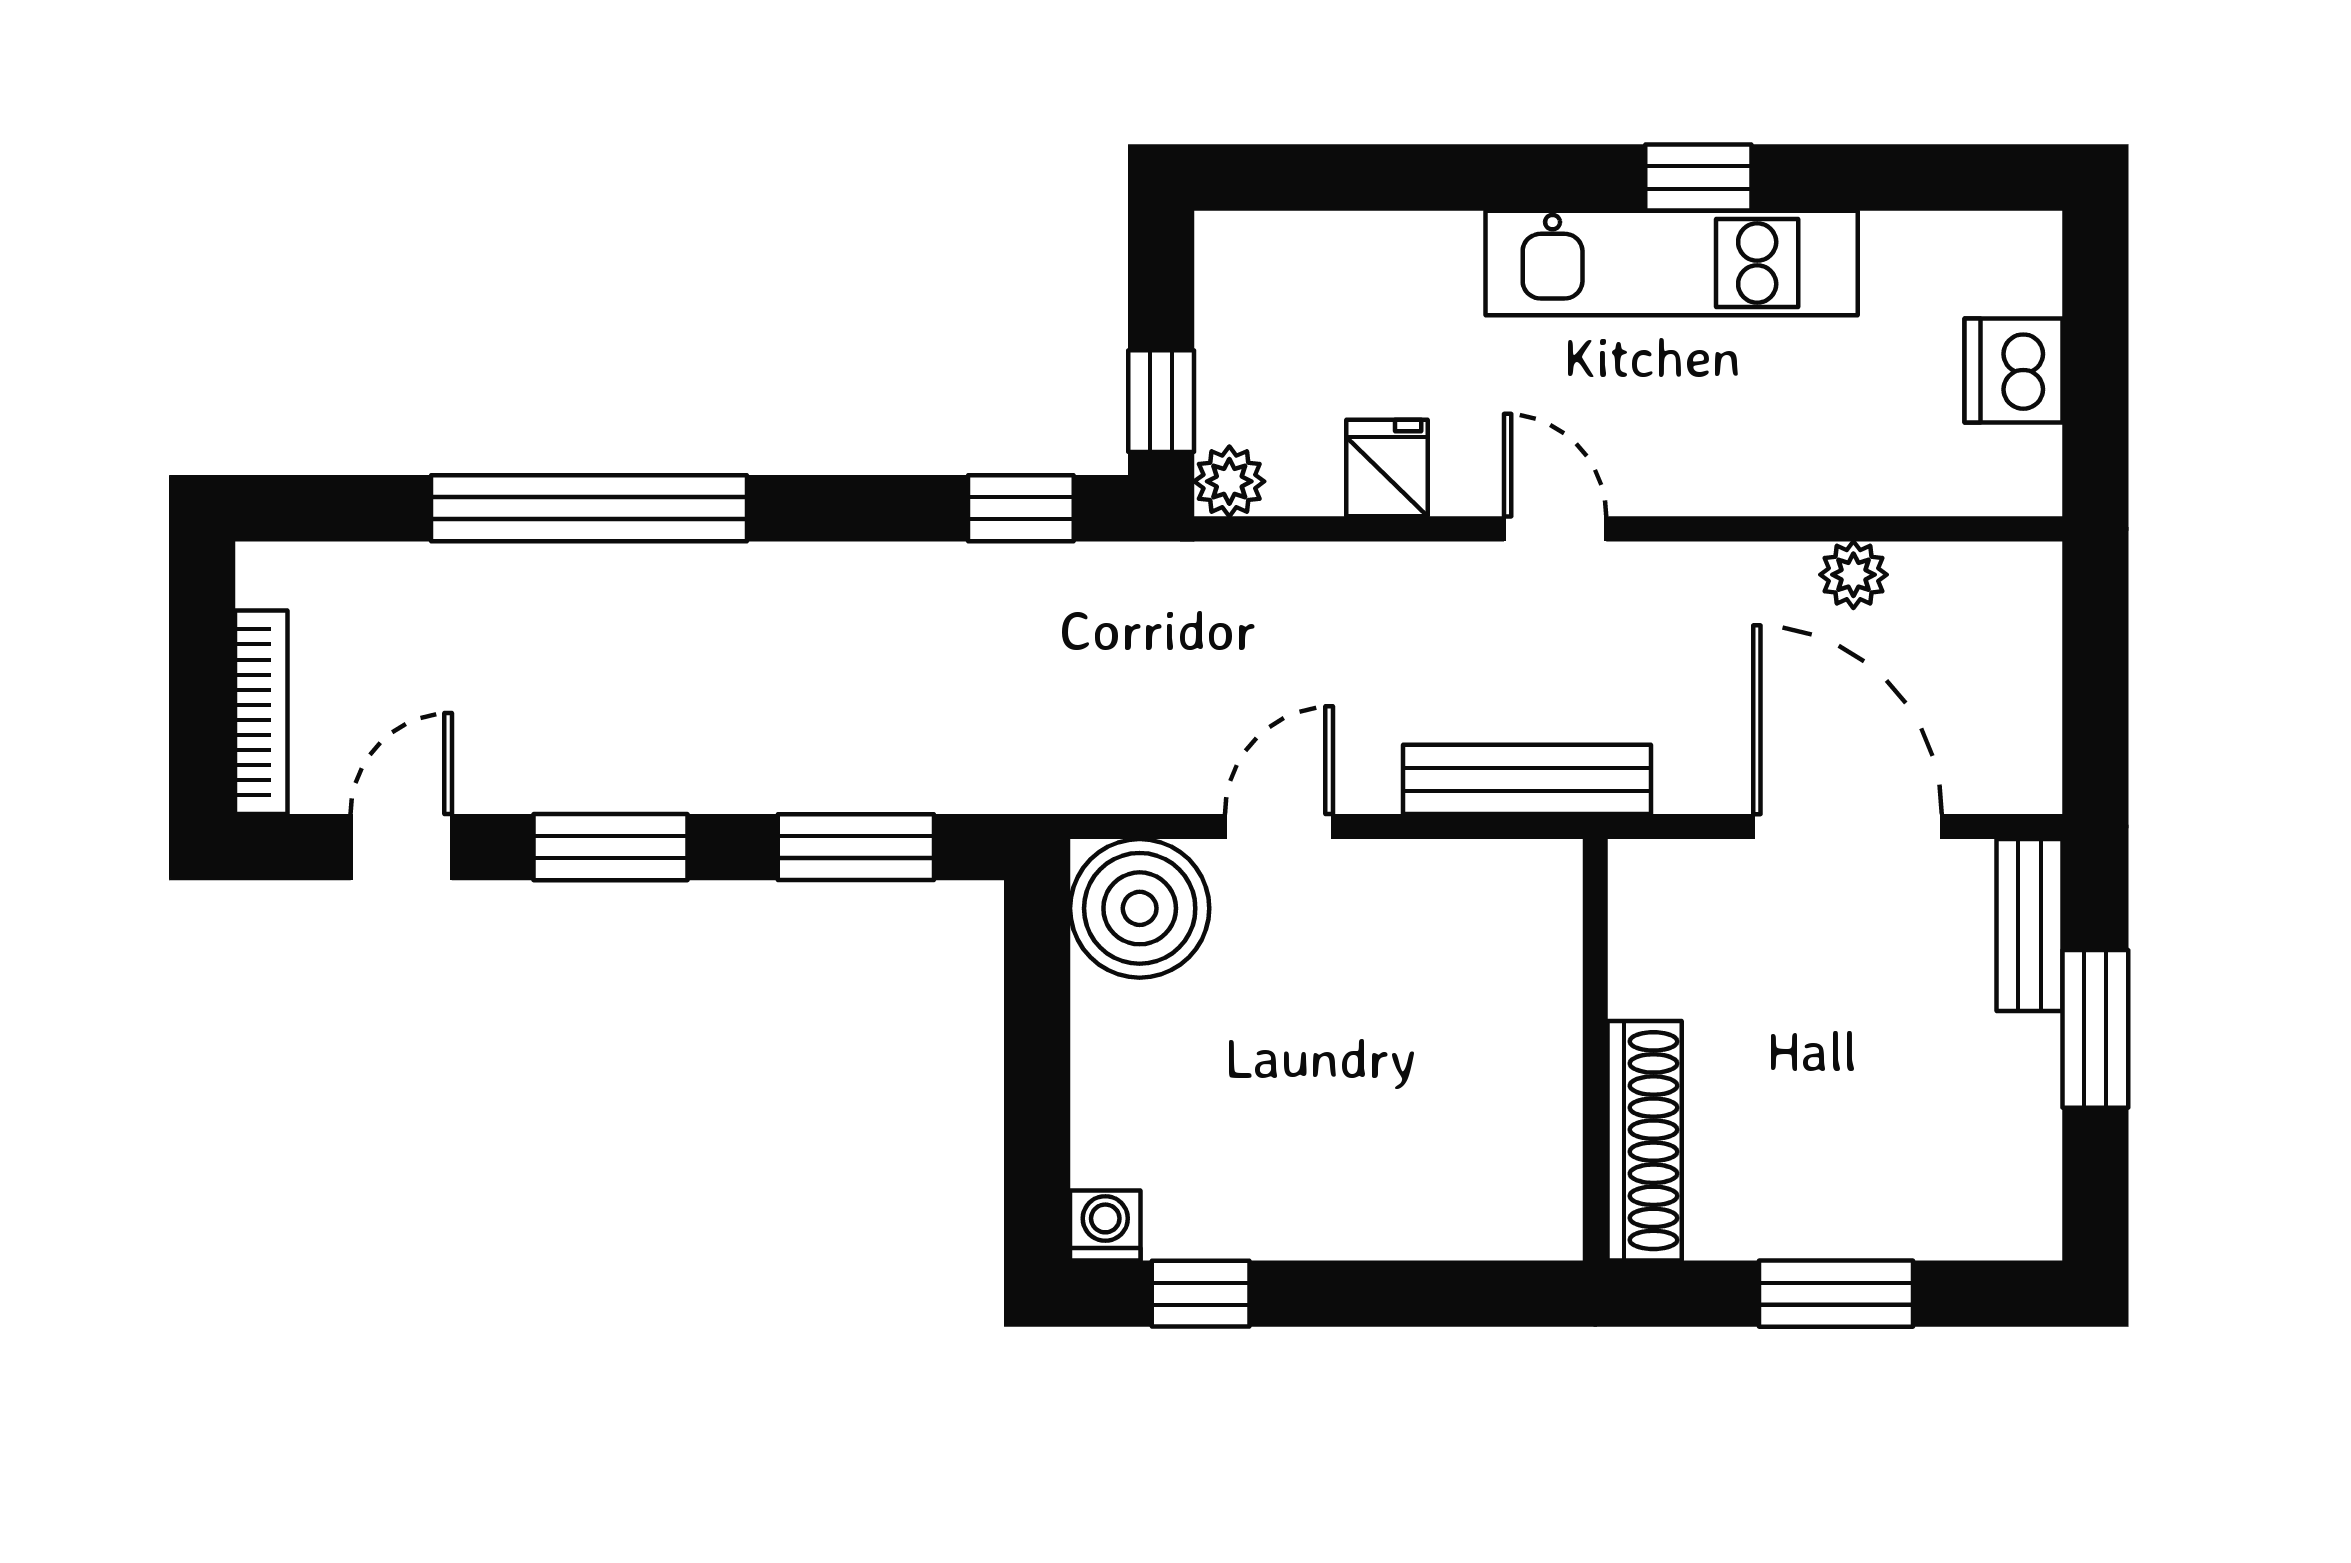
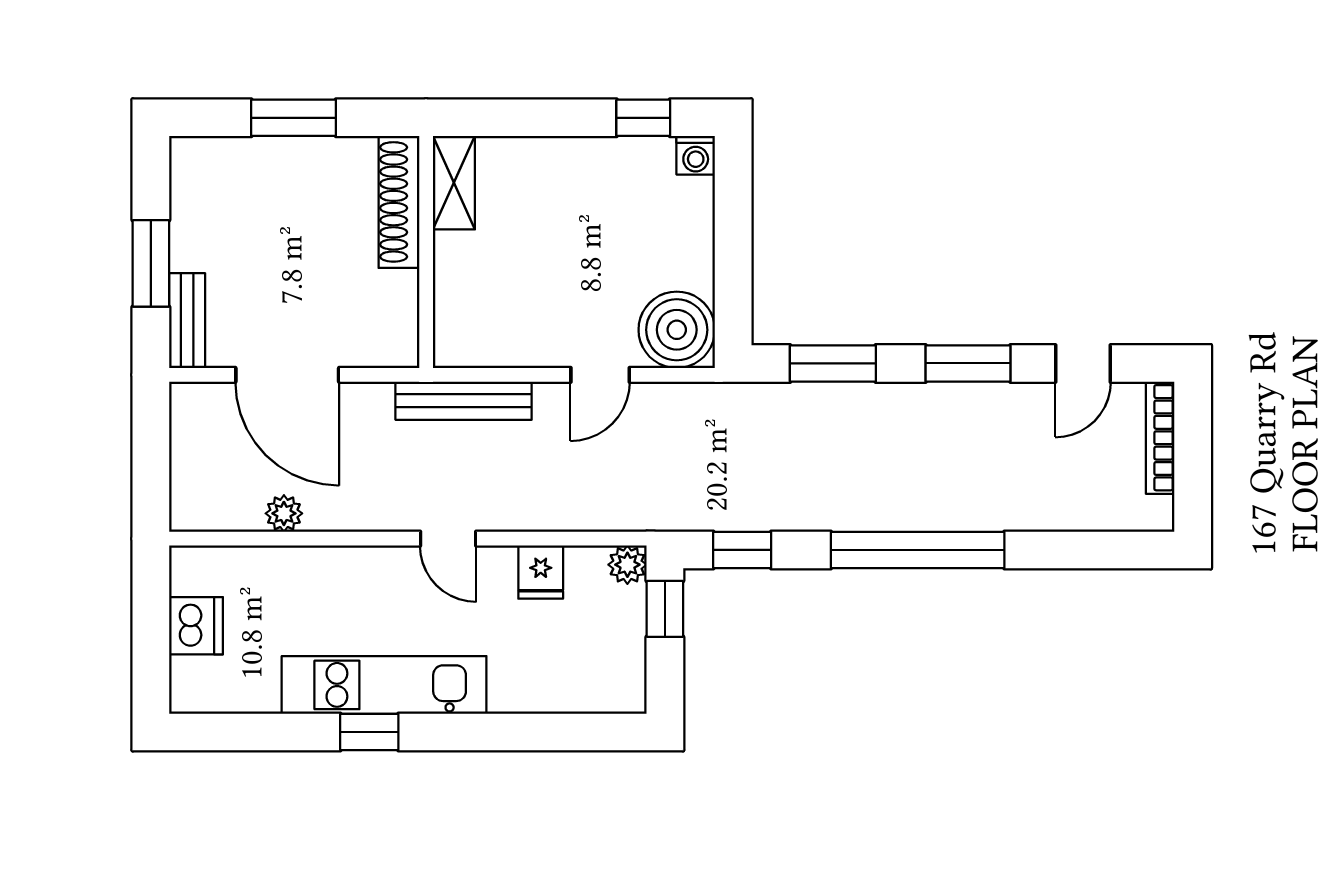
window: (589, 508) -> (918, 550), moved
shelving: (1545, 1176) -> (454, 183), added

